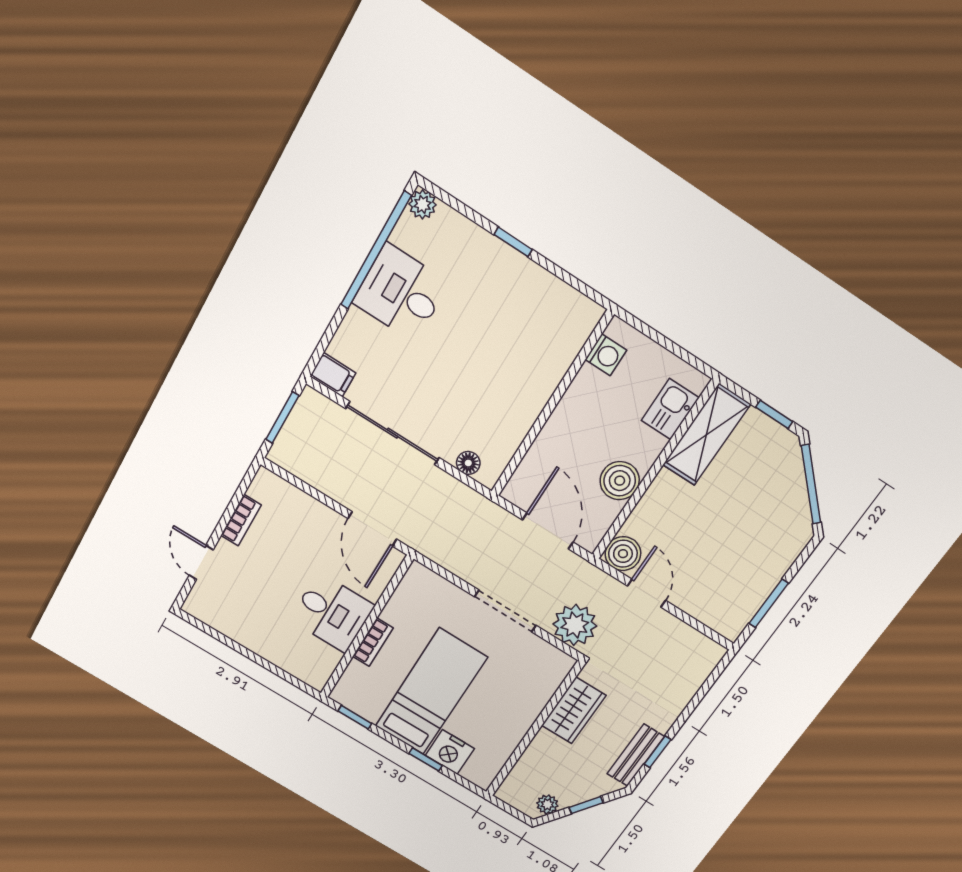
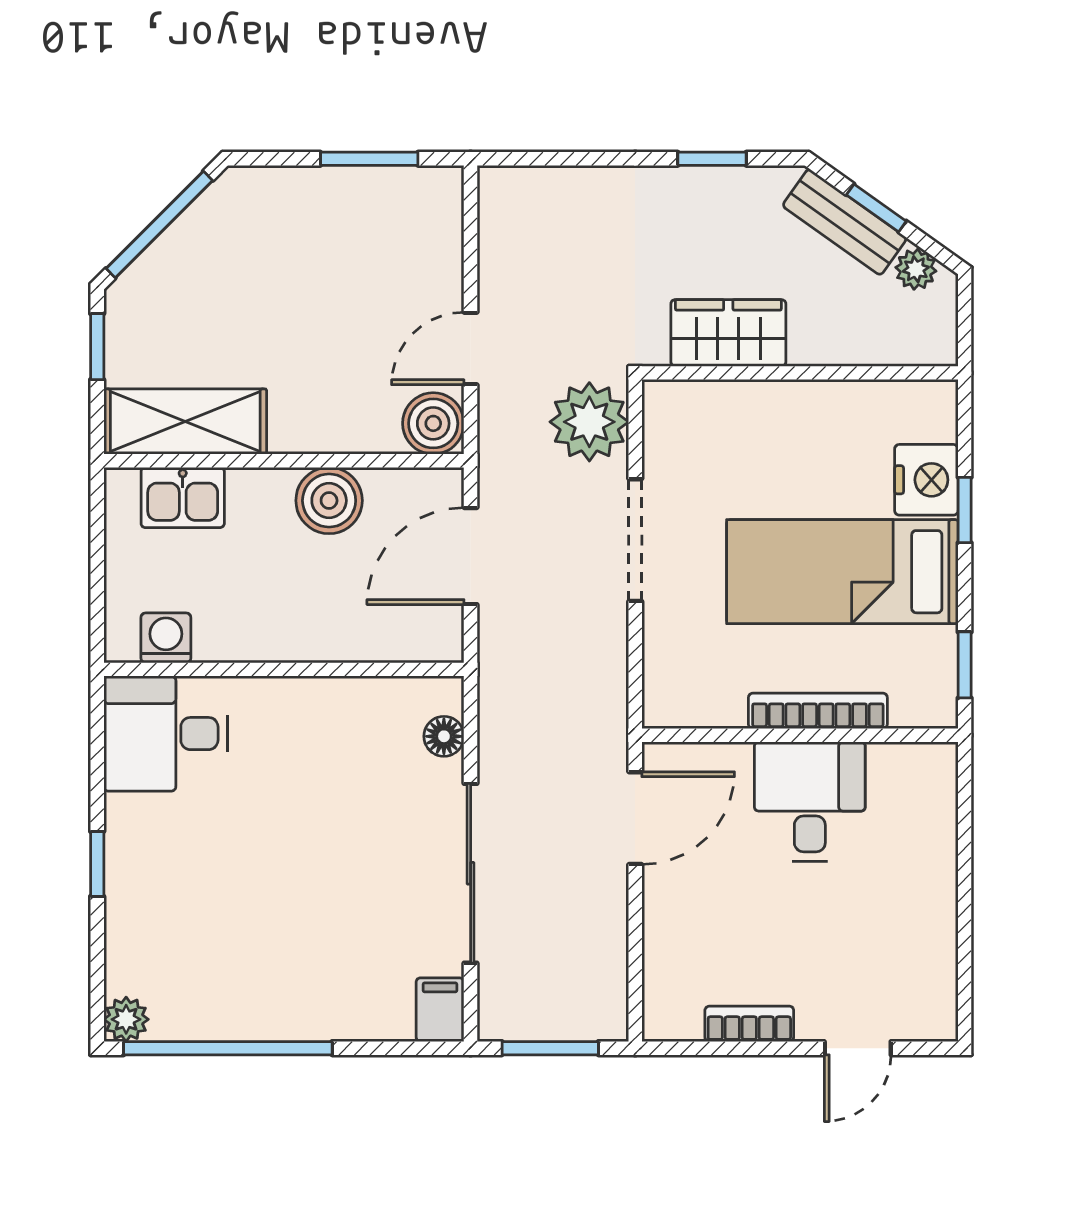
desk: (401, 293) -> (166, 734), moved, turned 90
bookcase: (373, 642) -> (818, 711), width x1.56
bench: (636, 755) -> (845, 222), moved, turned 35

